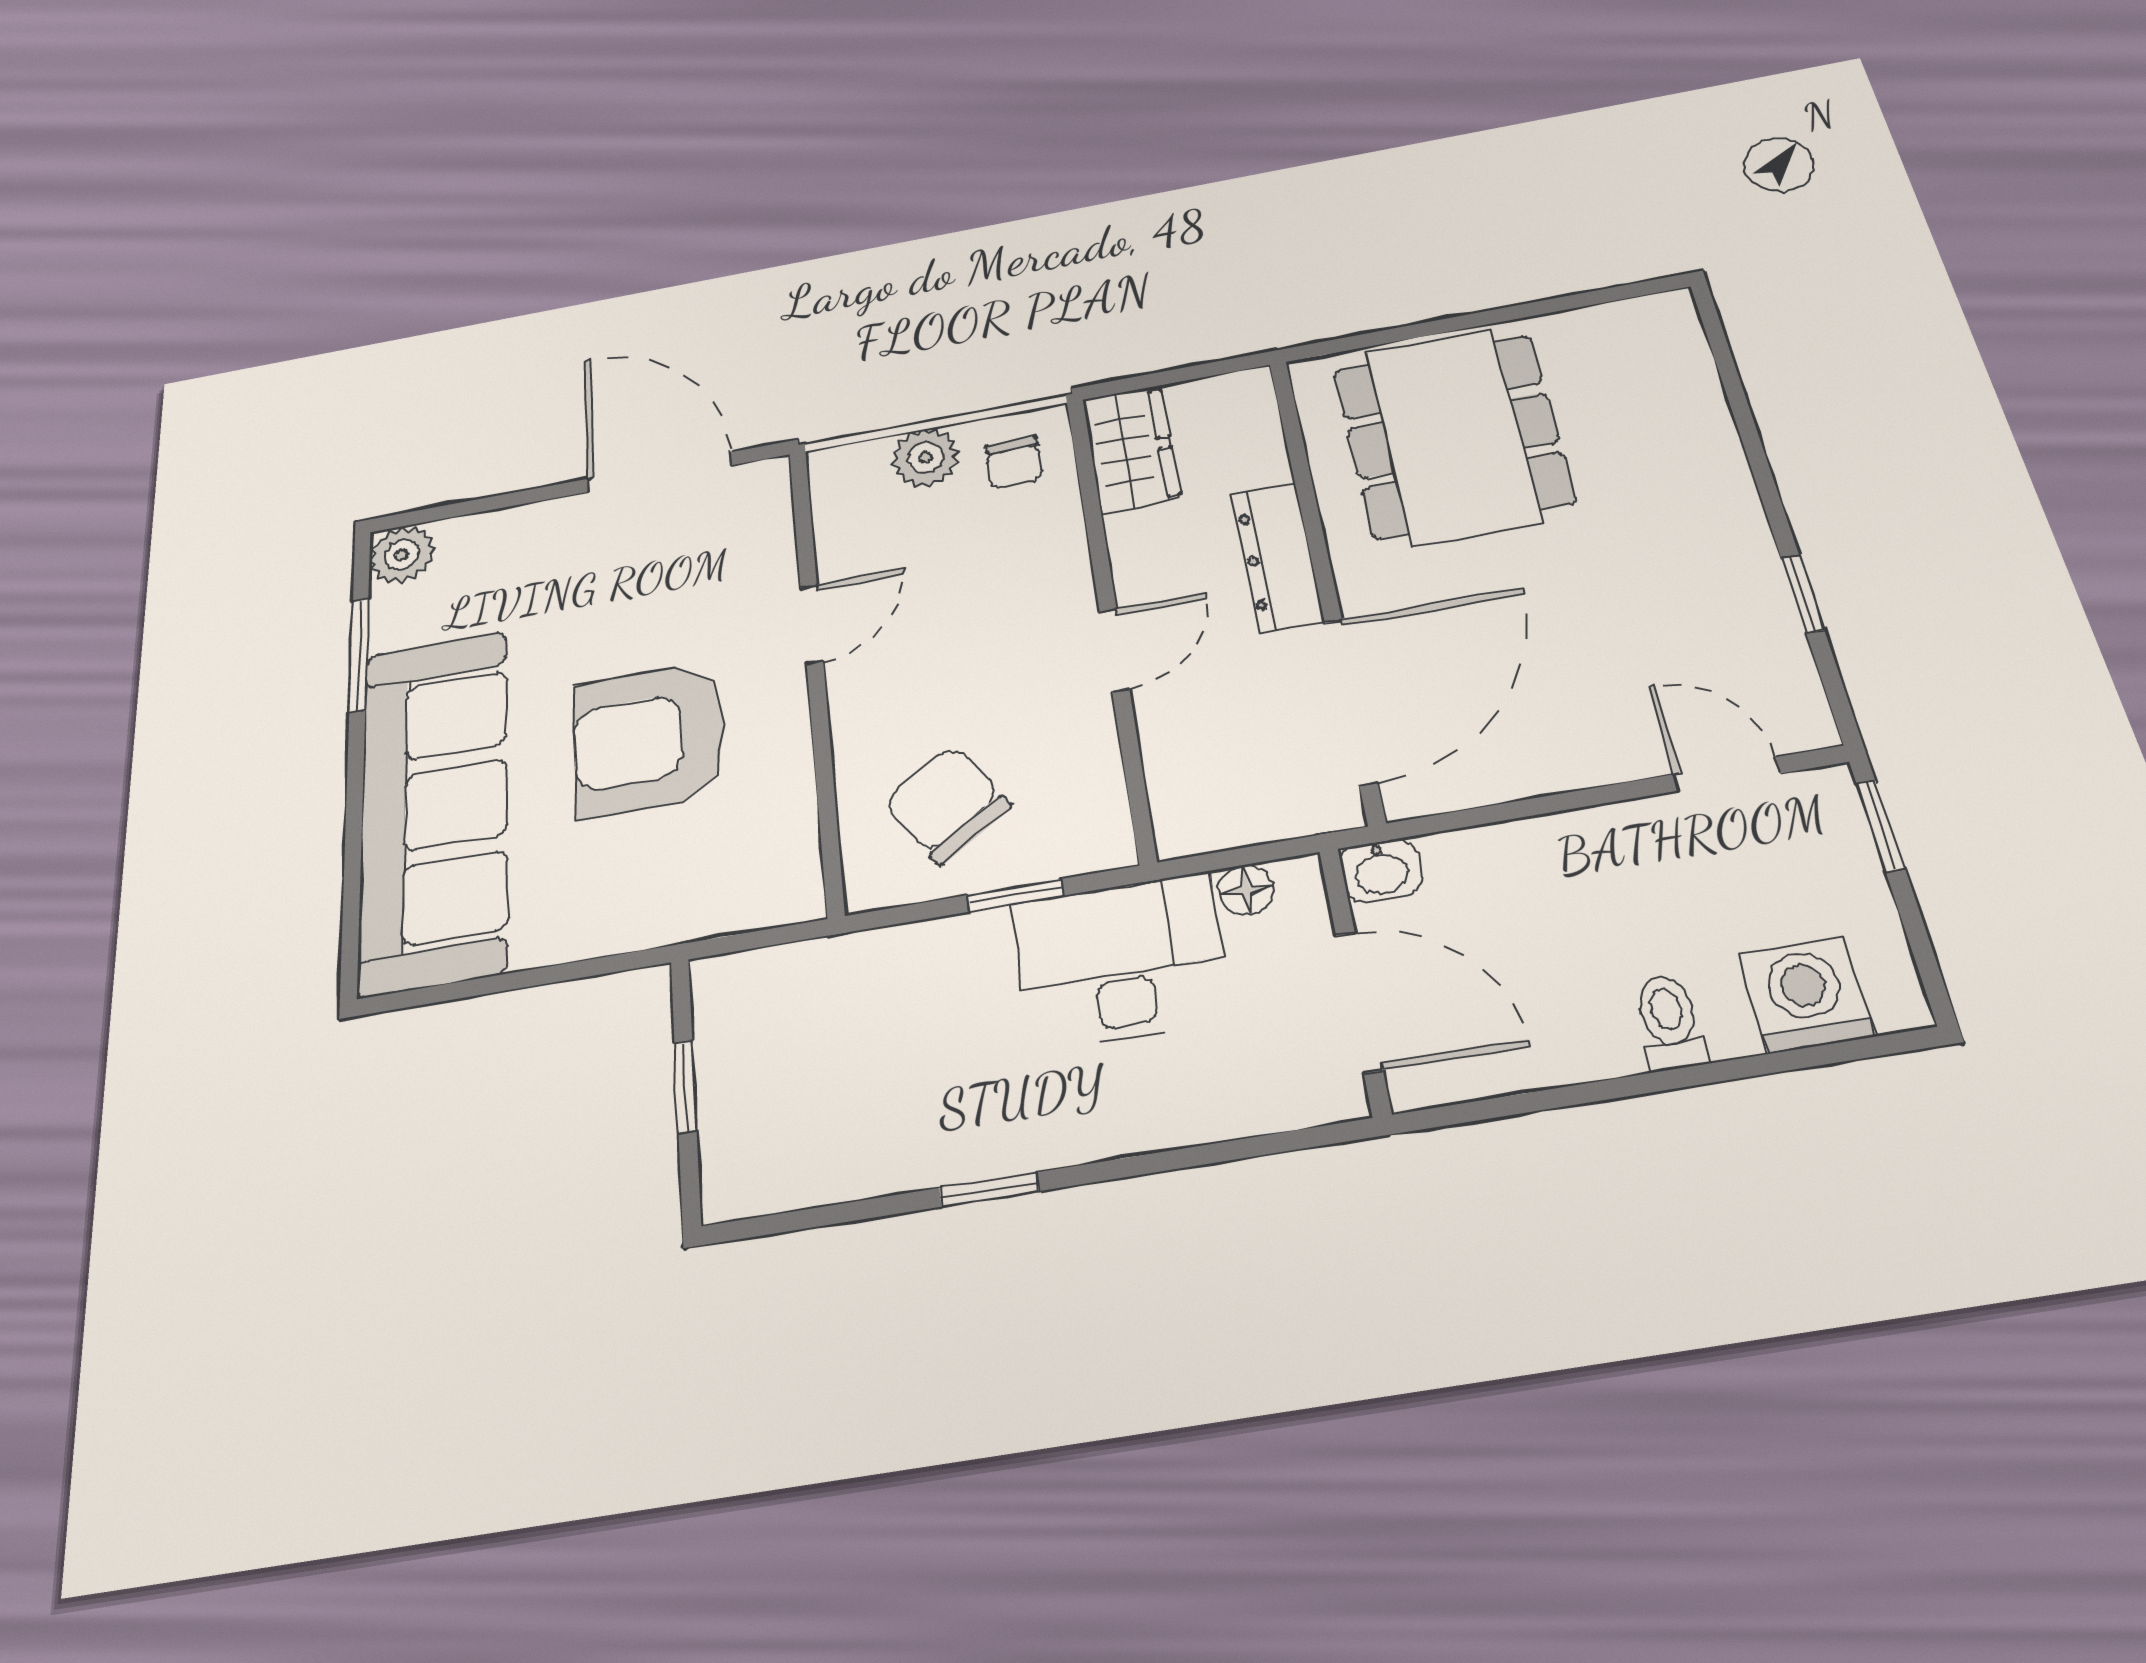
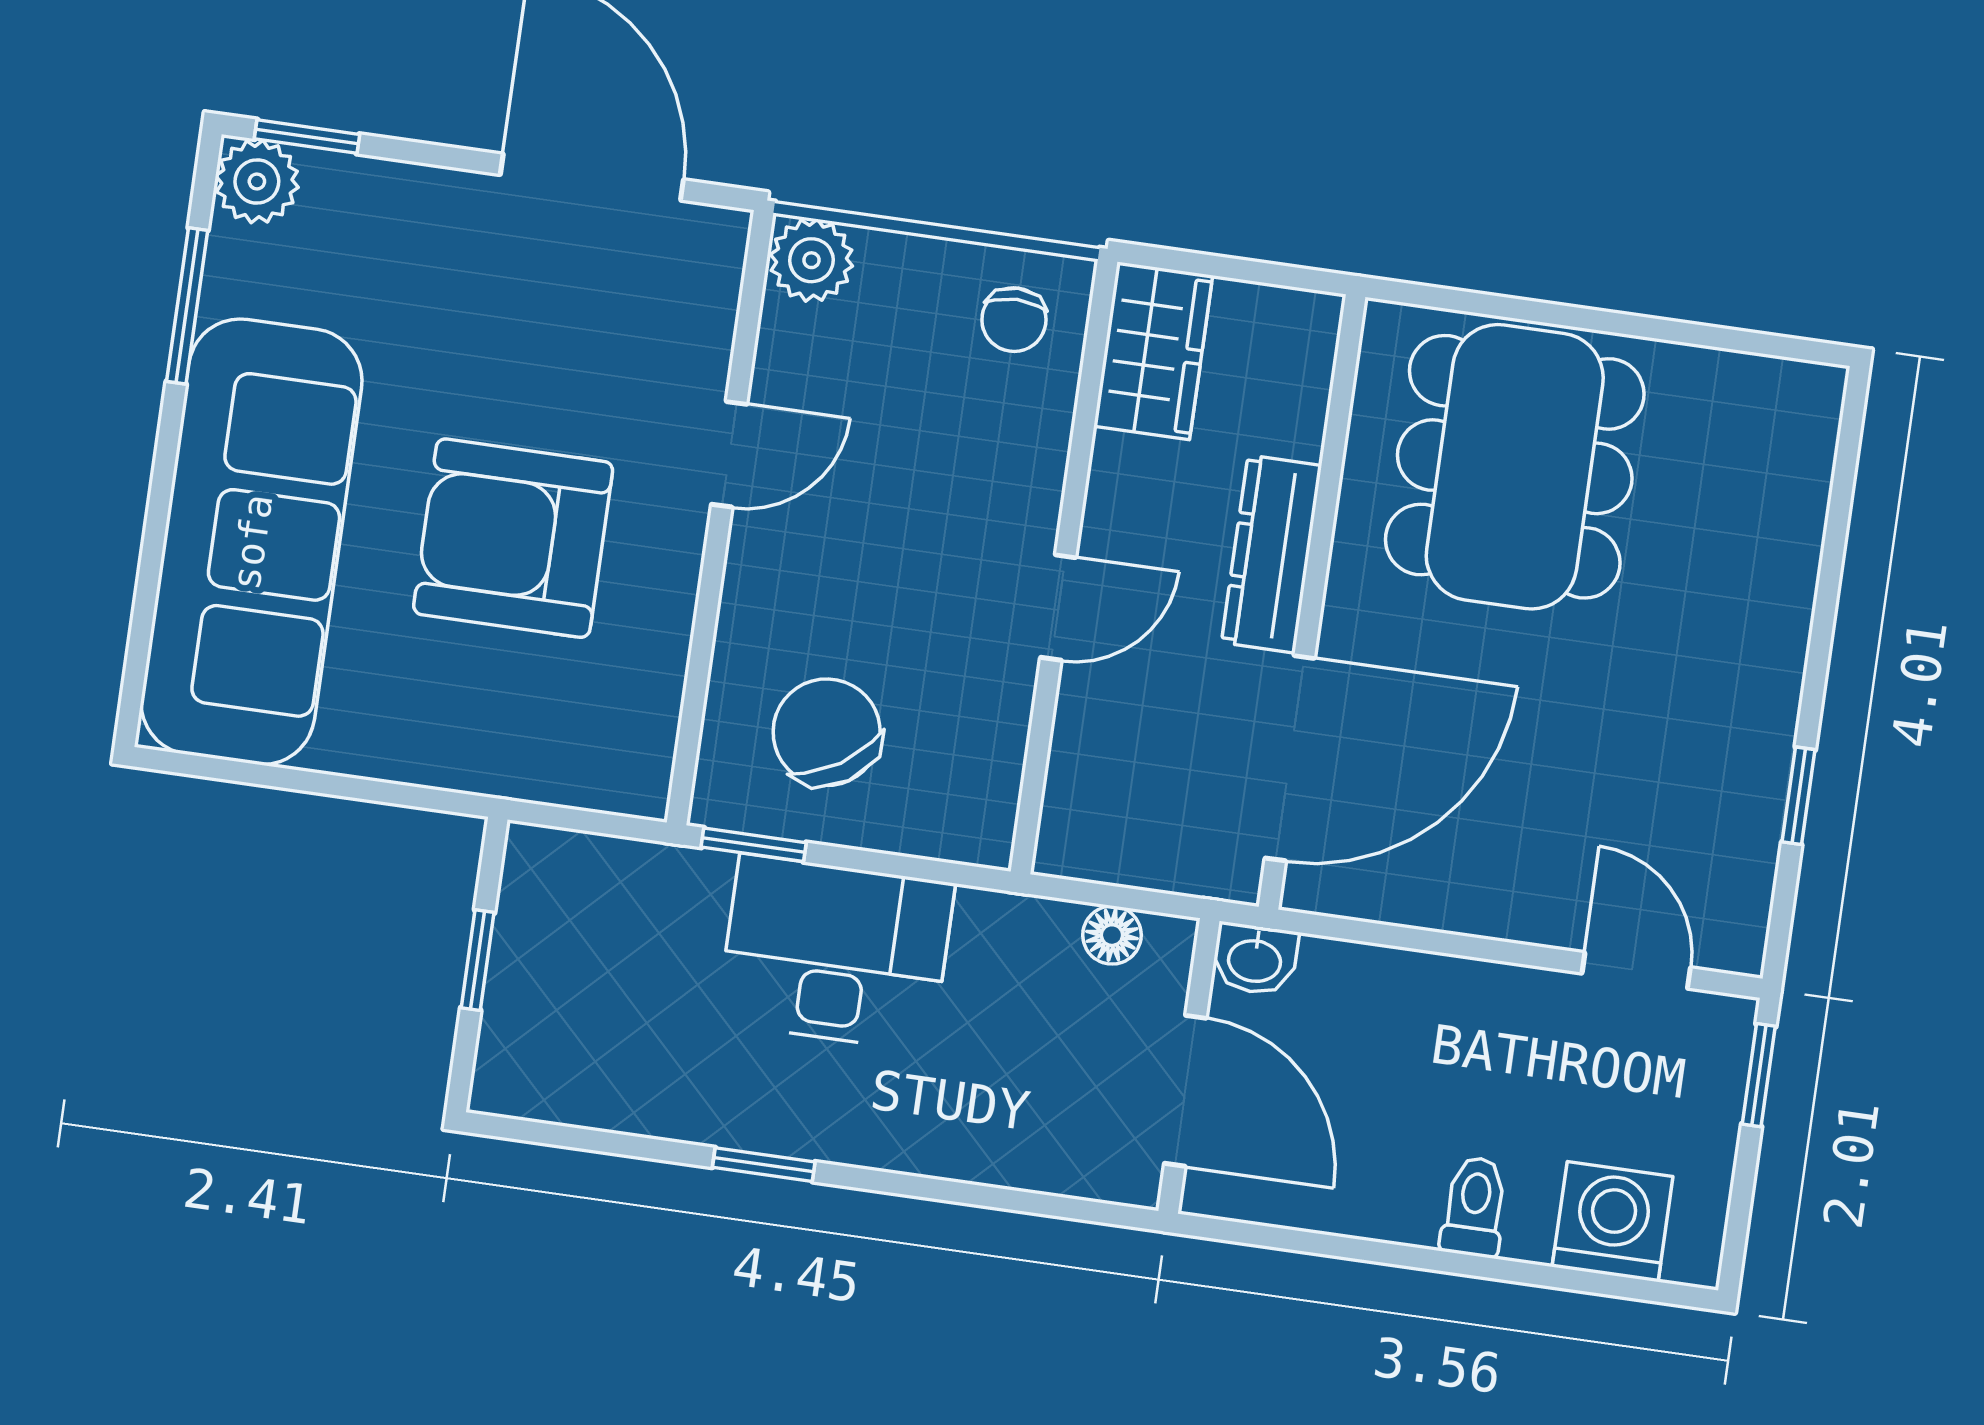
plant: (926, 458) -> (811, 260), moved
window: (436, 514) -> (307, 137), added
window: (1015, 895) -> (754, 845), moved
desk: (1121, 961) -> (836, 953), moved

